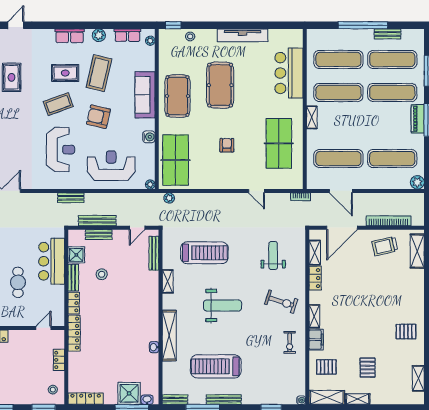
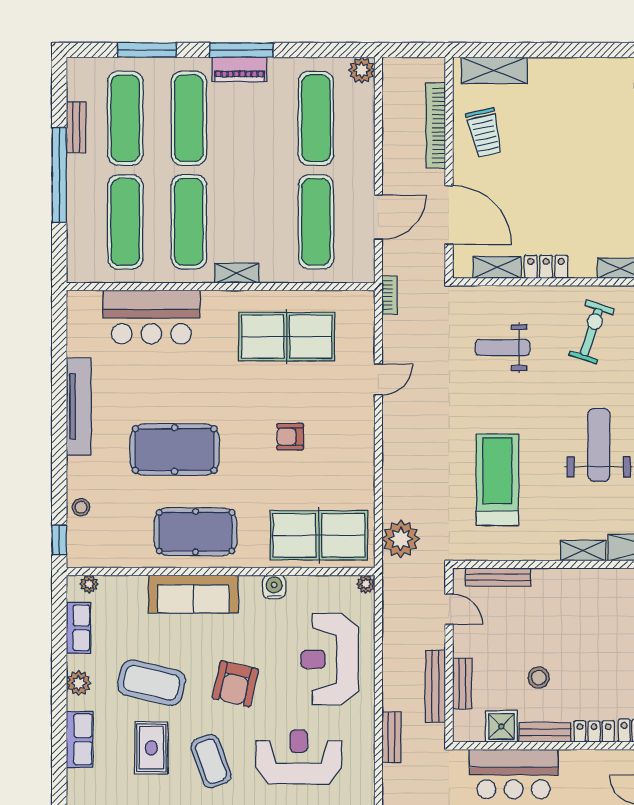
plant: (169, 198) -> (401, 539), width x1.88, depth x1.88
shelving: (168, 281) -> (583, 551), moved

